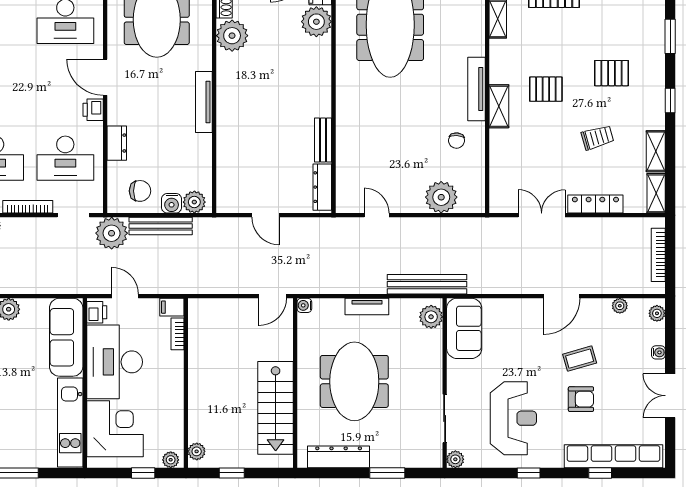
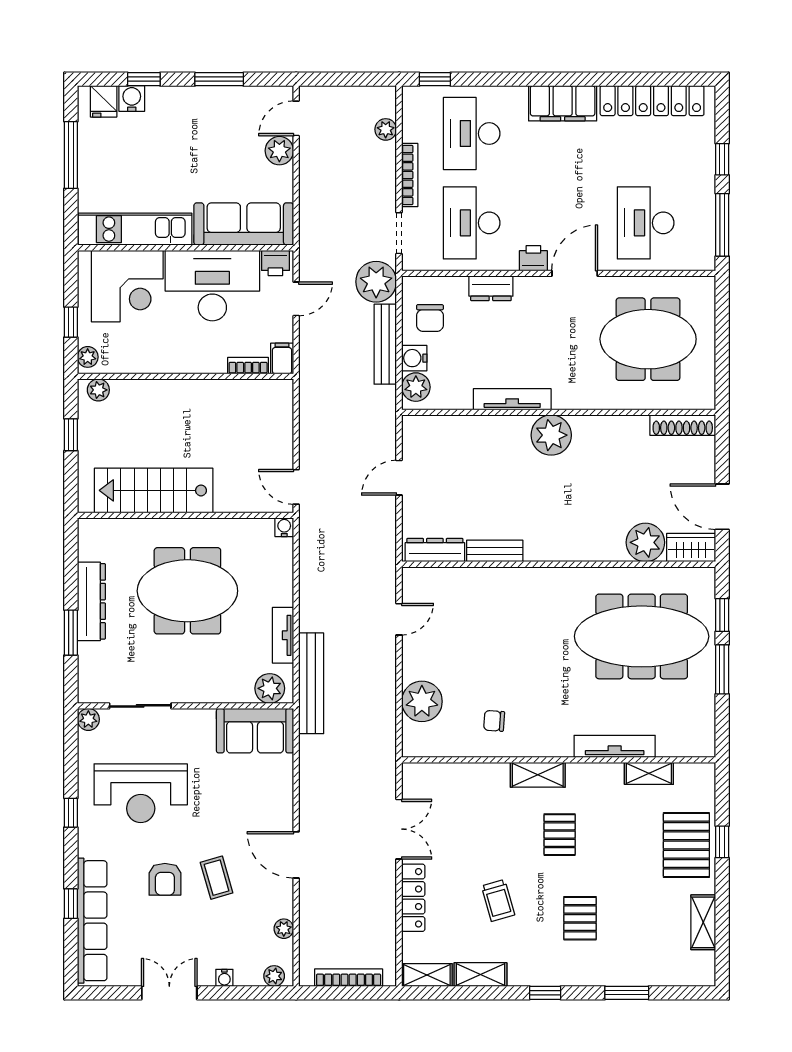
plant: (232, 36) -> (551, 435), moved
tv unit: (477, 89) -> (615, 746), moved
tv unit: (204, 102) -> (512, 399), moved
tv unit: (367, 306) -> (283, 635), moved
dresser: (339, 457) -> (91, 601), moved

